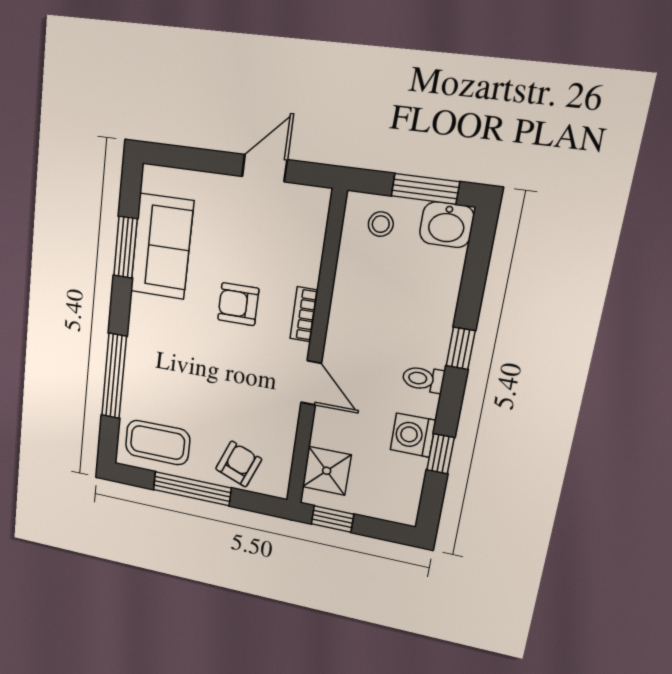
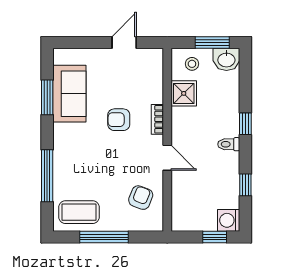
washing machine: (413, 435) -> (229, 220), moved
armchair: (239, 464) -> (141, 198), moved
shower: (327, 471) -> (184, 93), moved
window: (332, 519) -> (215, 237), moved

